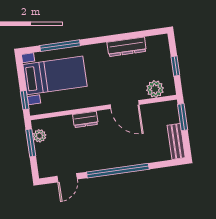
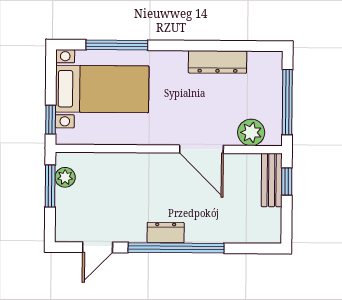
window: (175, 66) -> (287, 102), width x2.17
window: (183, 117) -> (287, 181), width x0.67
dresser: (85, 119) -> (166, 233), moved, turned 180
bench: (176, 141) -> (272, 180), moved

